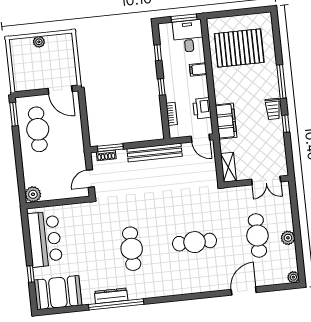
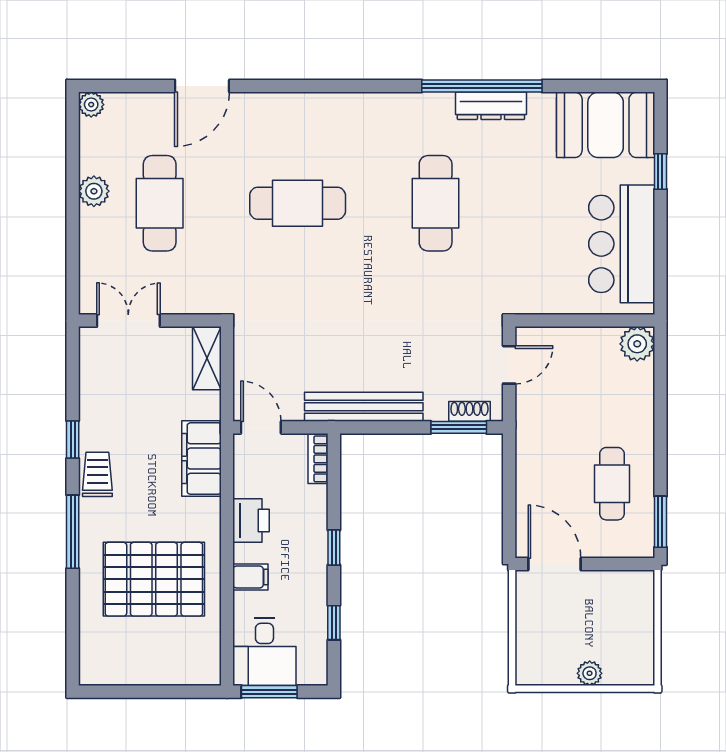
pallet: (239, 48) -> (154, 579), moved
printer: (202, 108) -> (251, 521), moved
bookcase: (172, 114) -> (318, 459), moved
cafe table: (38, 129) -> (612, 484), width x0.73, depth x0.74

